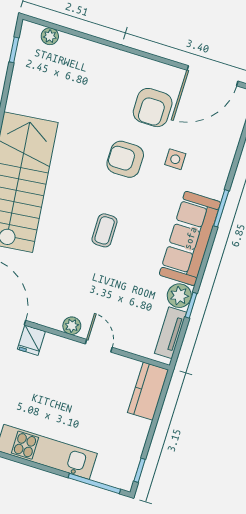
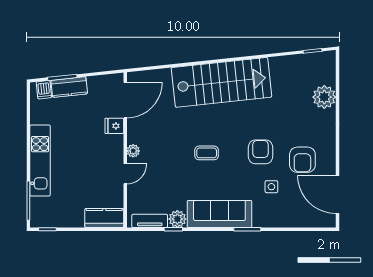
plant: (50, 36) -> (324, 97), moved, width x1.87, depth x1.87
armchair: (153, 108) -> (302, 160), turned -90

